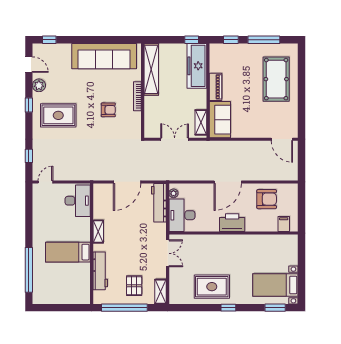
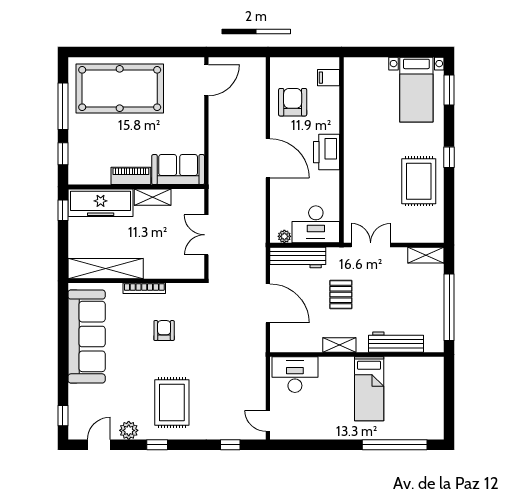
pool table: (276, 79) -> (120, 89), width x1.36, depth x1.32
shelving: (201, 122) -> (153, 197), moved
pallet: (134, 286) -> (341, 295), moved, turned 90

